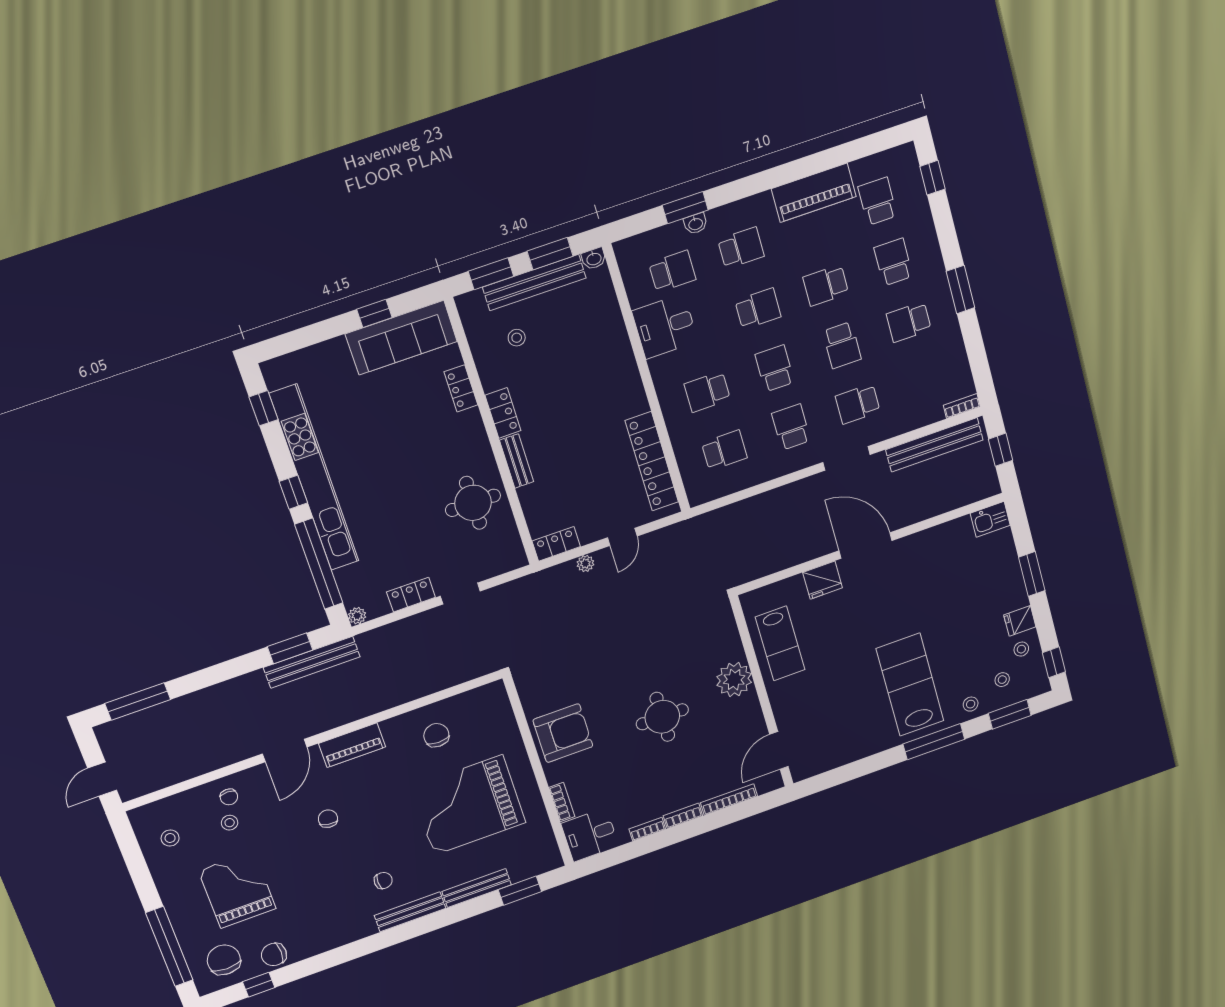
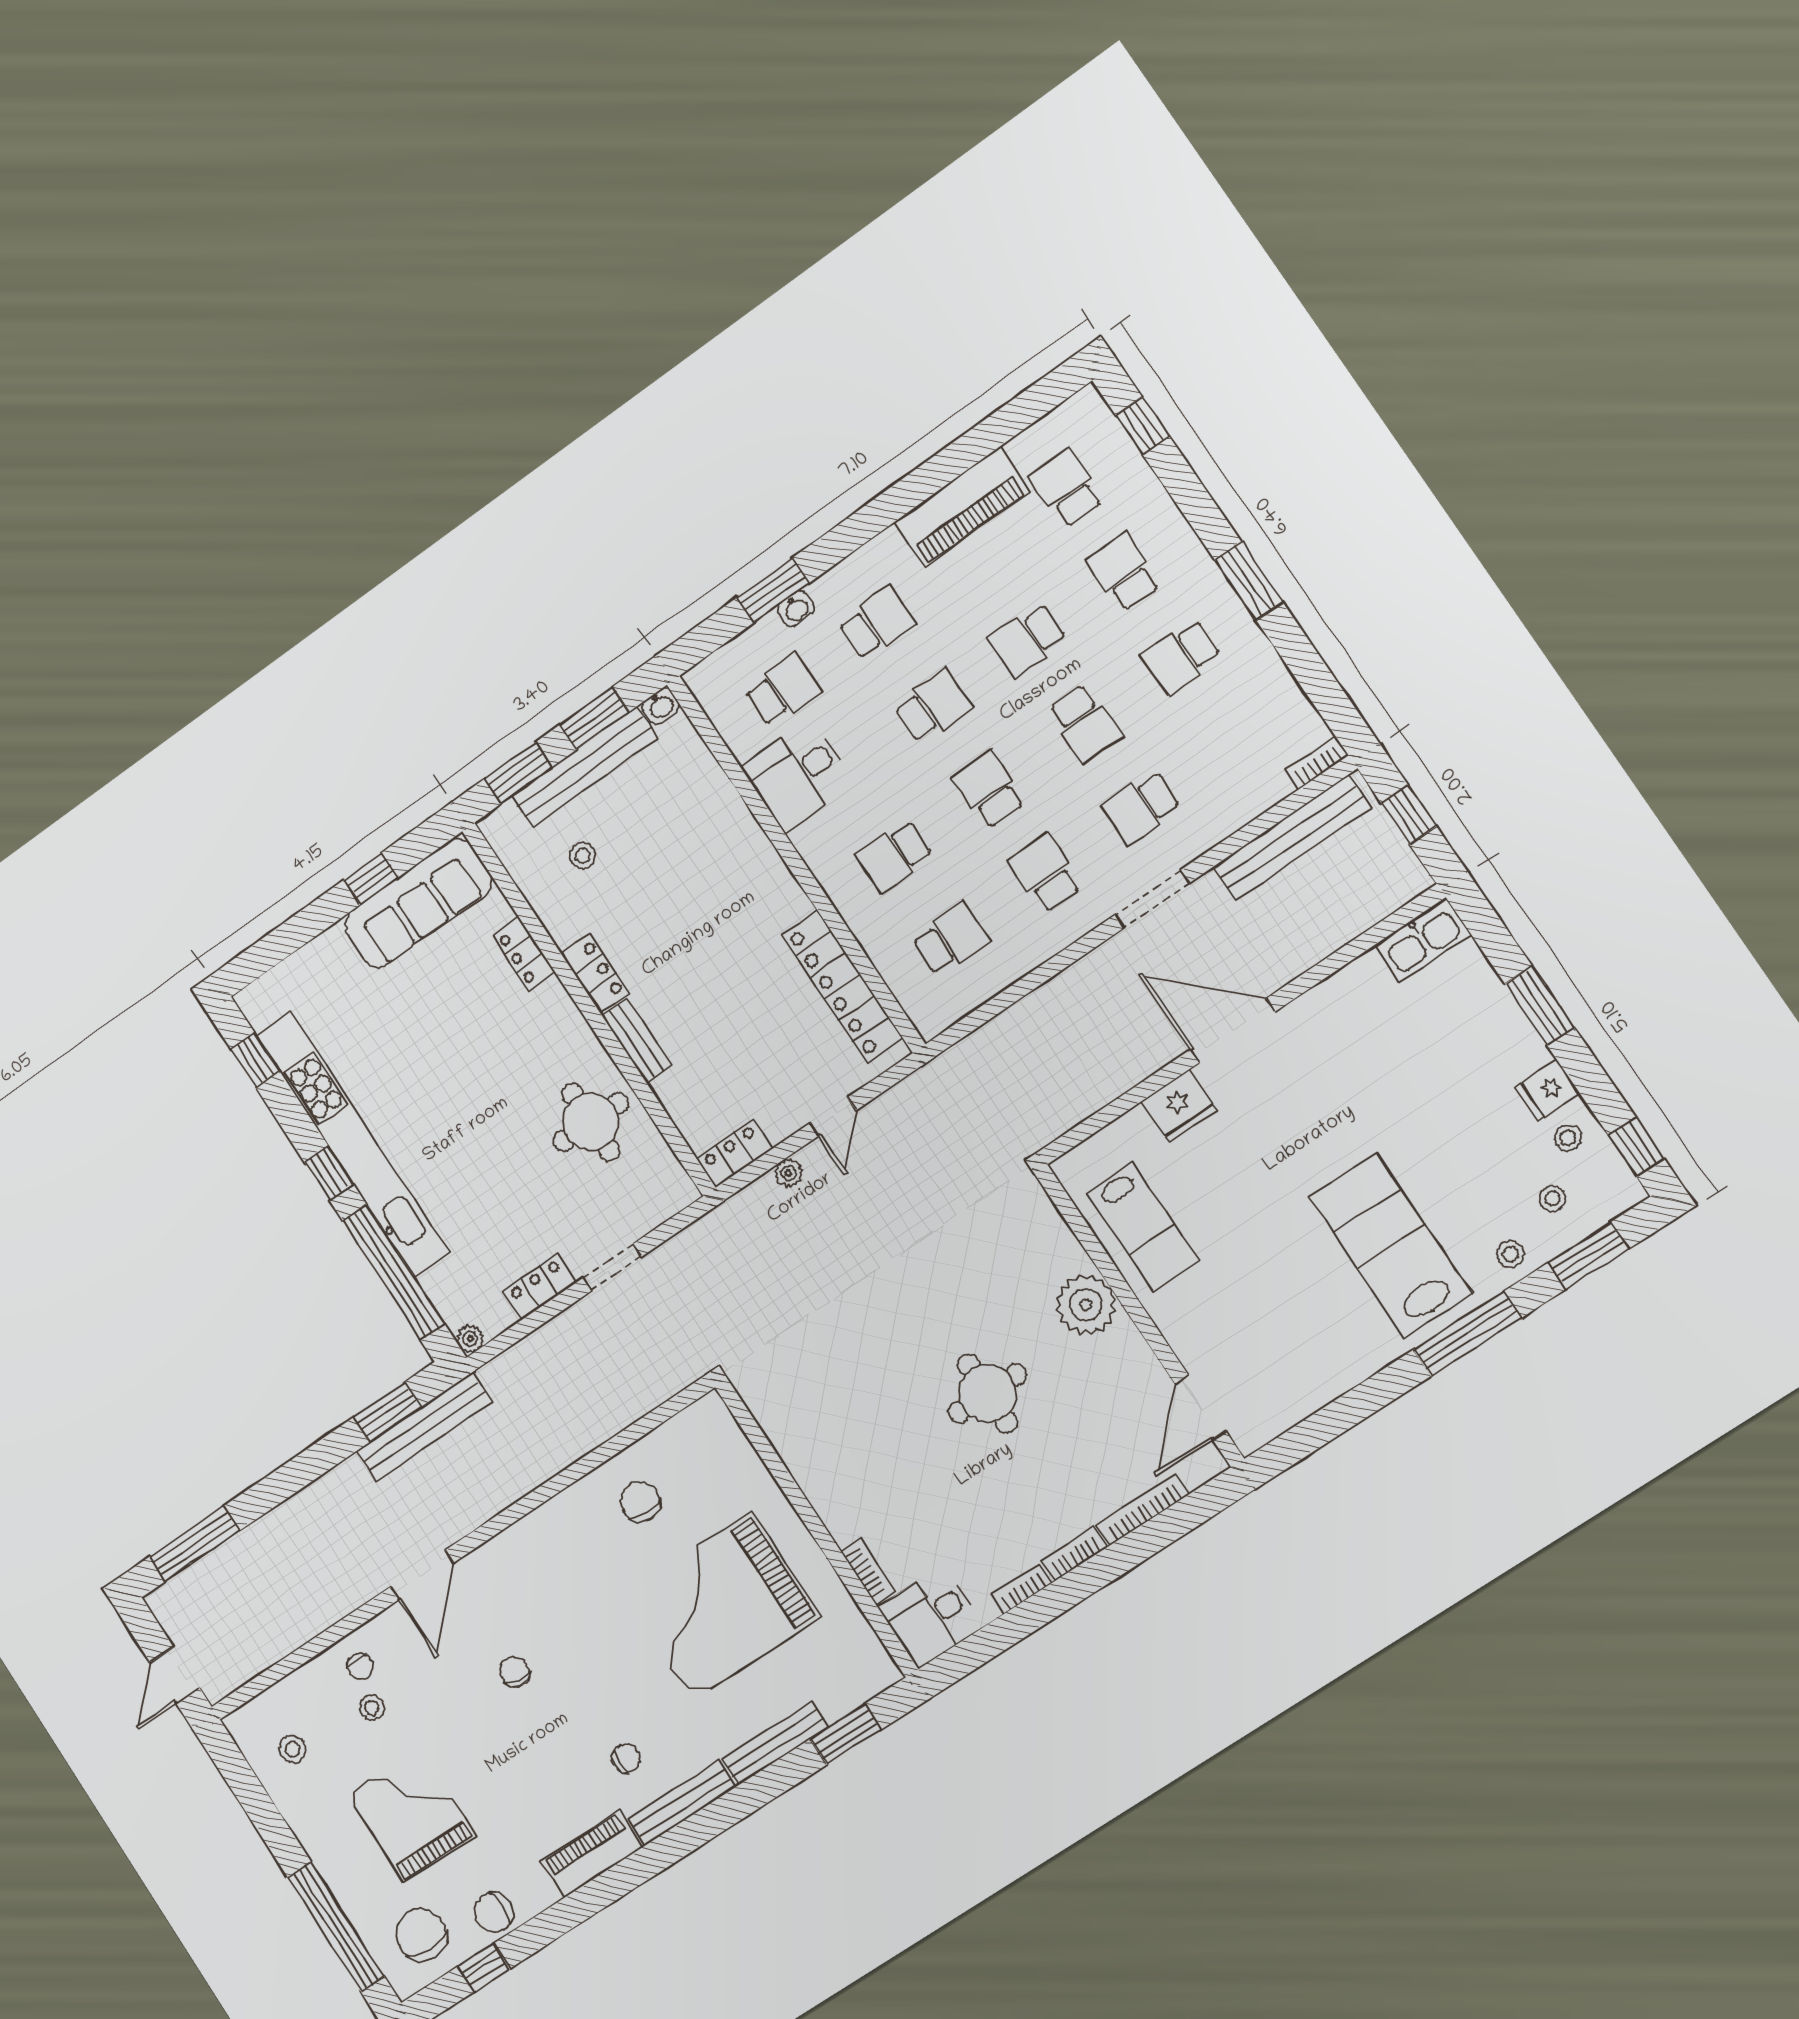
kitchen sink: (990, 519) -> (1422, 940), width x1.38
armchair: (563, 733) -> (836, 1455), removed
piano: (352, 745) -> (592, 1854), moved, turned 180

